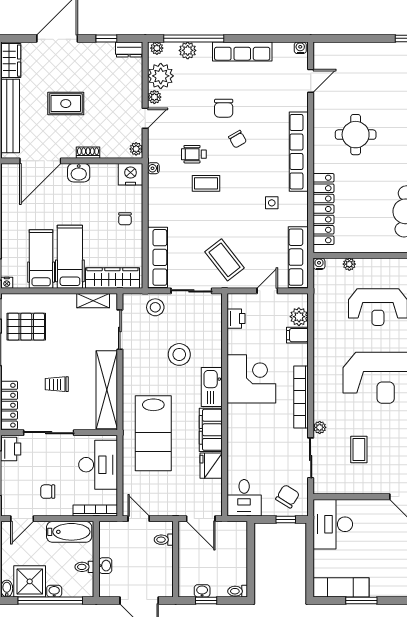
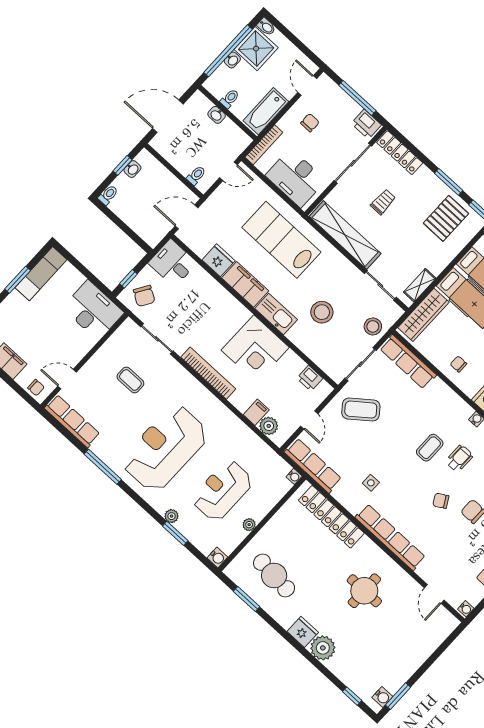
plant: (349, 264) -> (249, 525), moved
plant: (320, 427) -> (173, 366), removed

